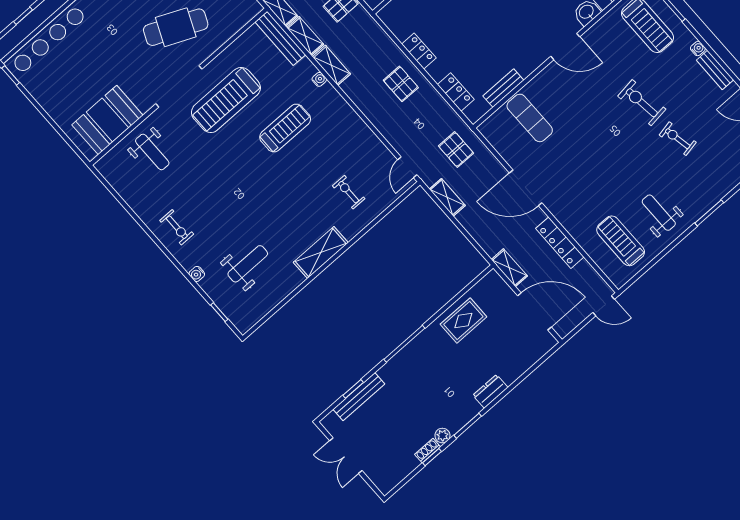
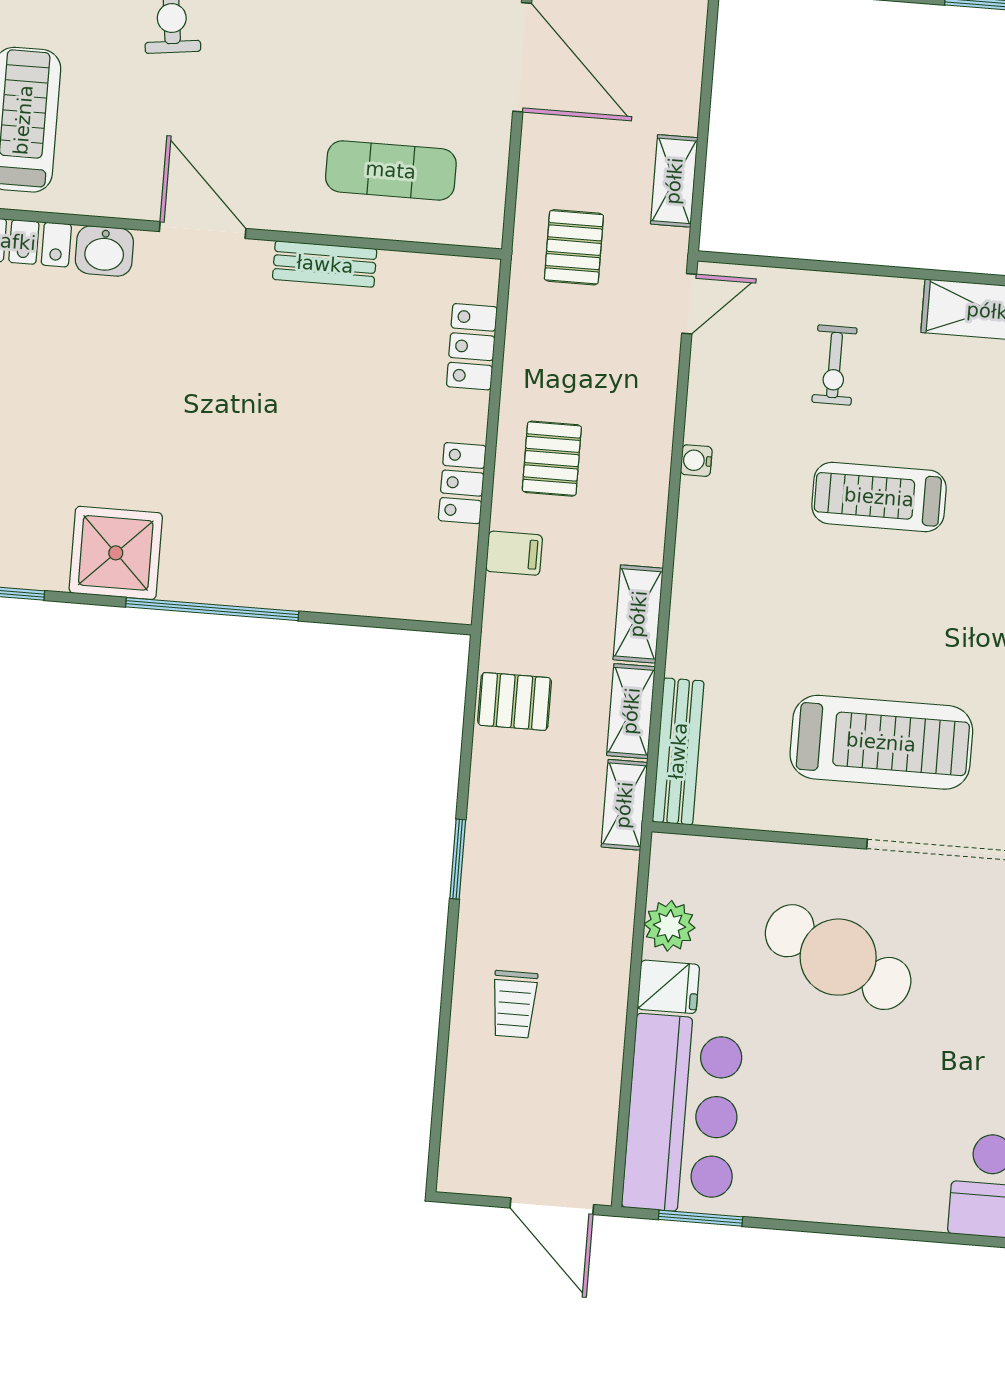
filing cabinet: (384, 46) -> (514, 553), added
water cooler: (319, 79) -> (696, 461), moved
bench: (503, 88) -> (325, 264), moved
exercise mat: (530, 118) -> (391, 170), turned 90
treadmill: (285, 128) -> (879, 497), moved

